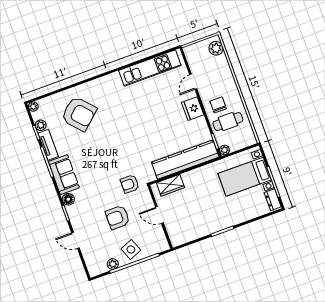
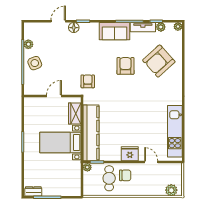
bed with nightstands: (245, 177) -> (60, 142), moved, turned -90
floor lamp: (68, 199) -> (74, 28), moved
armchair: (117, 217) -> (125, 66), moved

